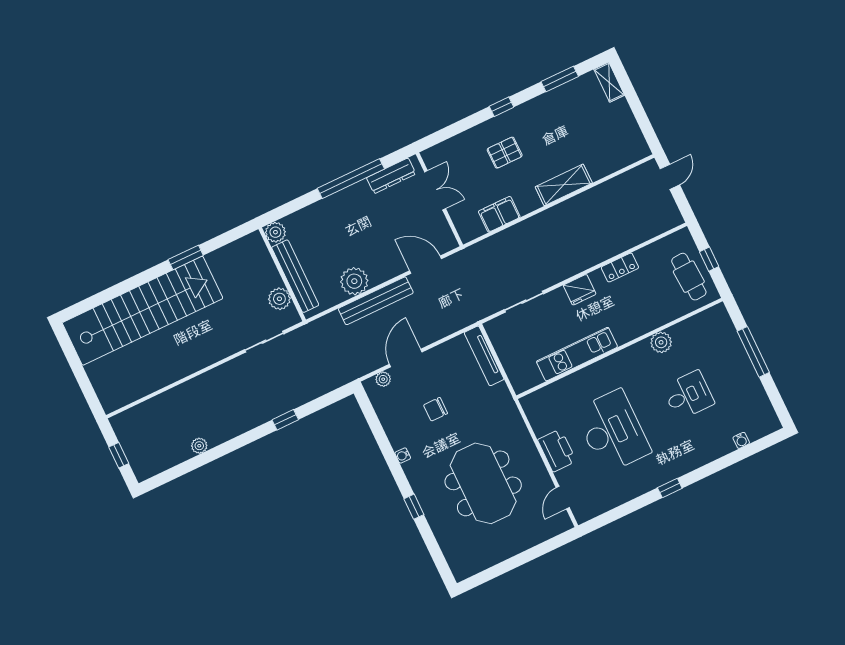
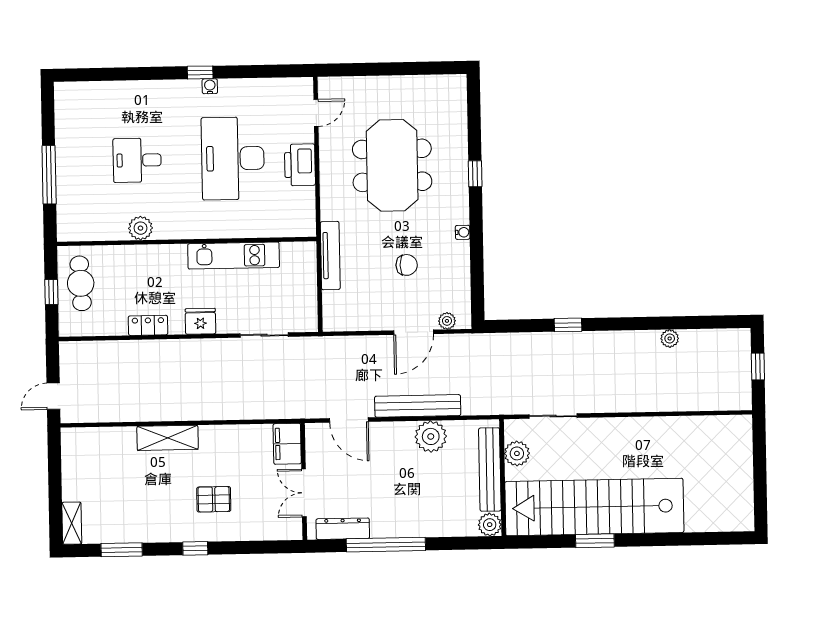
filing cabinet: (499, 214) -> (287, 444), moved, turned 90
stairs: (143, 311) -> (594, 507), moved
tv unit: (484, 356) -> (330, 256), moved
water cooler: (741, 440) -> (210, 86), moved

